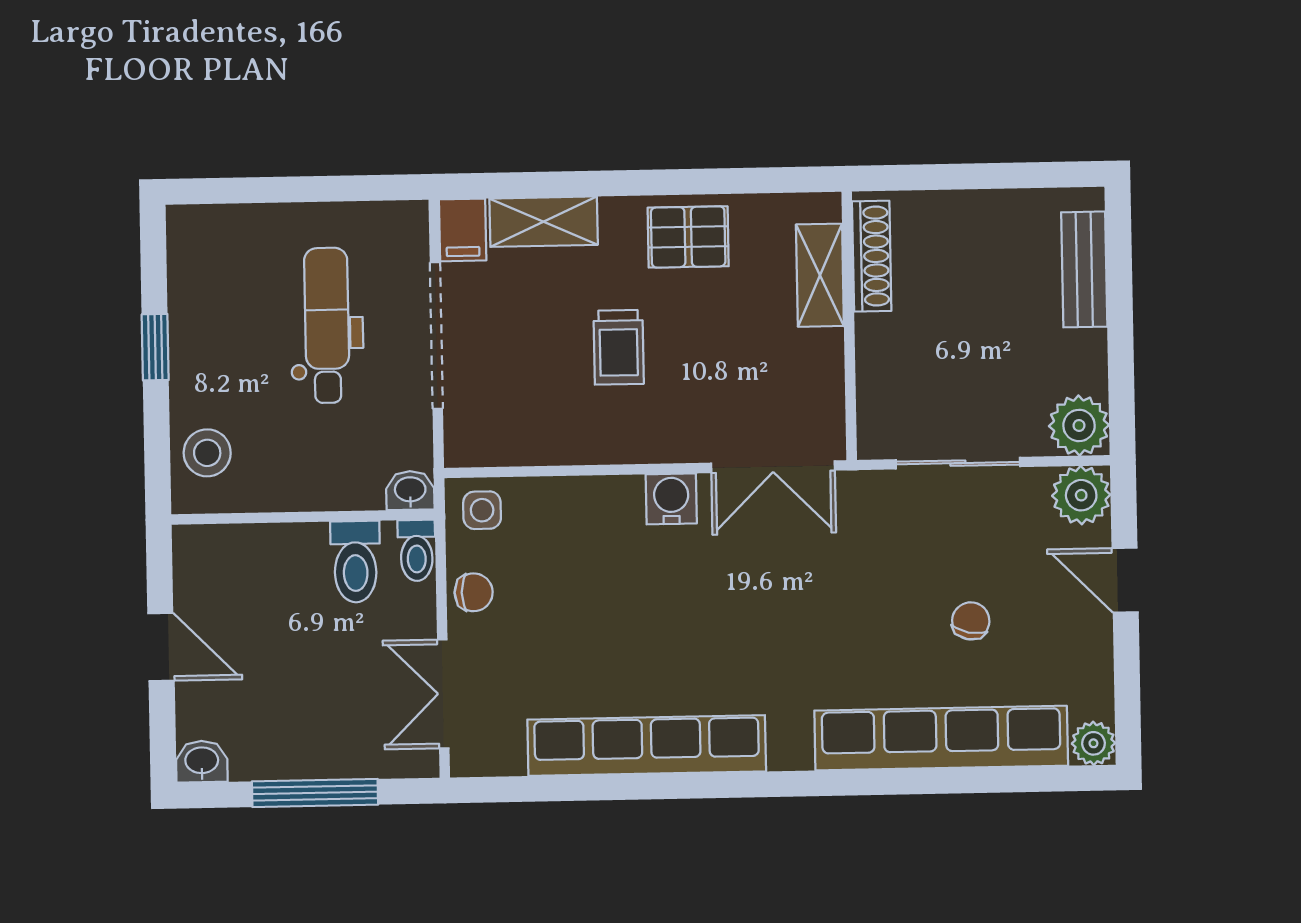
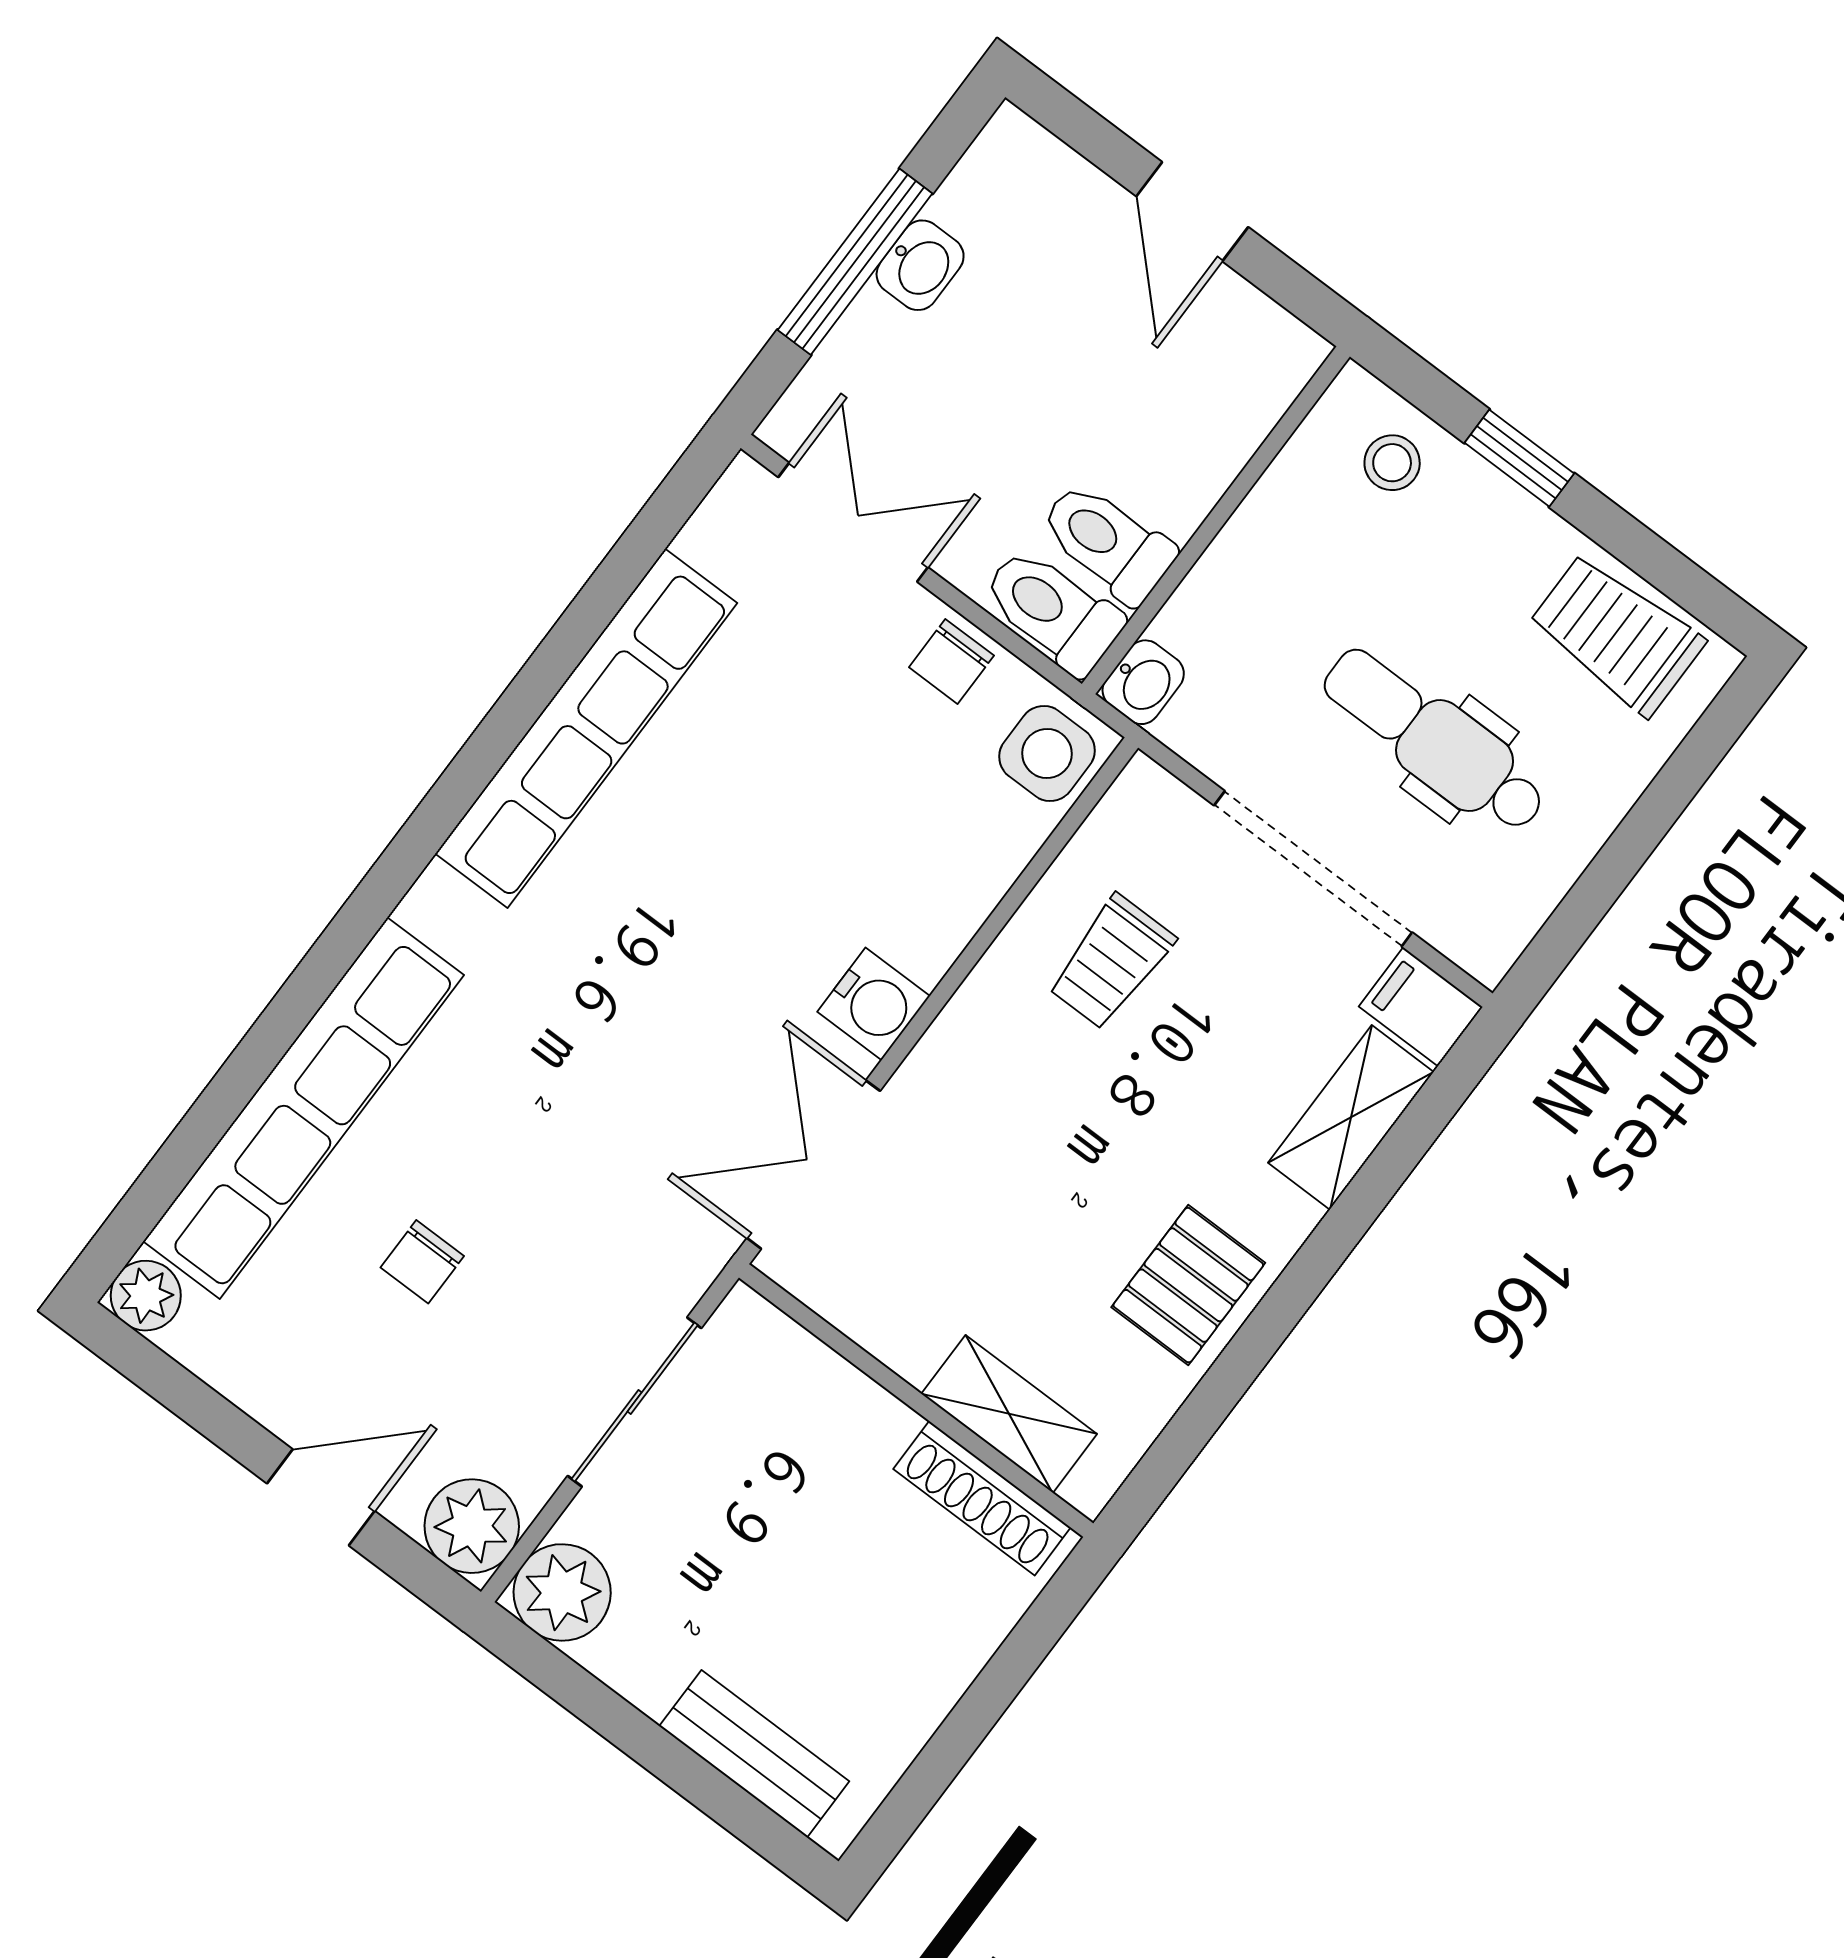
trolley: (205, 277) -> (1616, 634), added
dental chair: (327, 325) -> (1435, 741), turned 180
window: (155, 347) -> (1519, 458), moved
trolley: (619, 347) -> (1111, 962), moved, turned -90
stool: (207, 453) -> (1392, 463), width x0.73, depth x0.73
side table: (482, 510) -> (1047, 753), width x1.37, depth x1.37
toilet: (417, 550) -> (1053, 610), width x1.37, depth x1.39
chair: (971, 621) -> (422, 1262), turned 78
door: (161, 647) -> (1192, 212), hinge flipped
washbasin: (202, 761) -> (920, 265), moved

